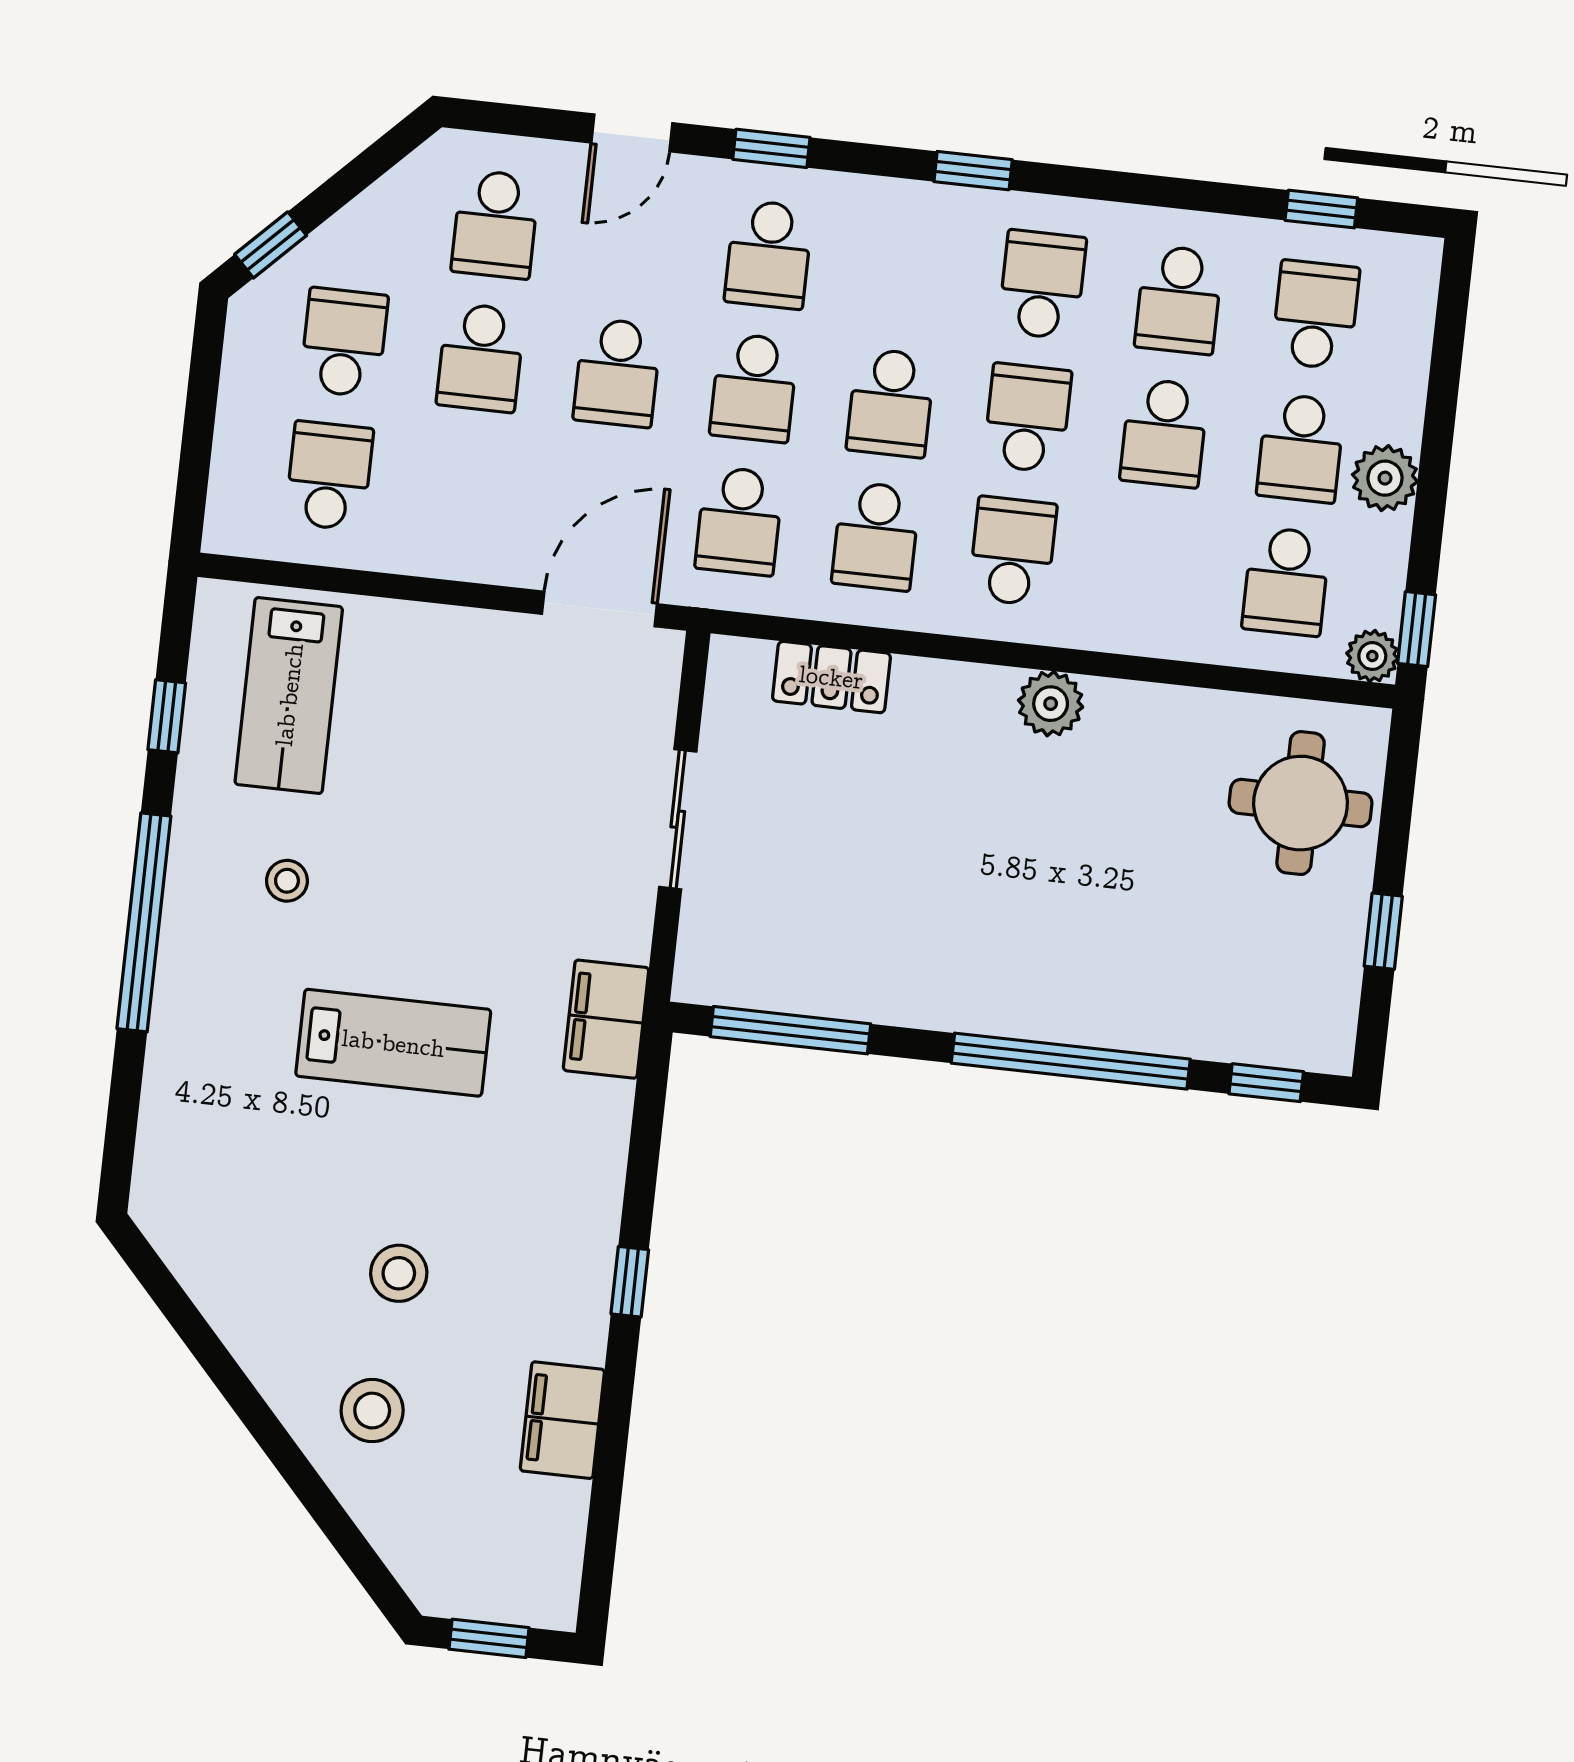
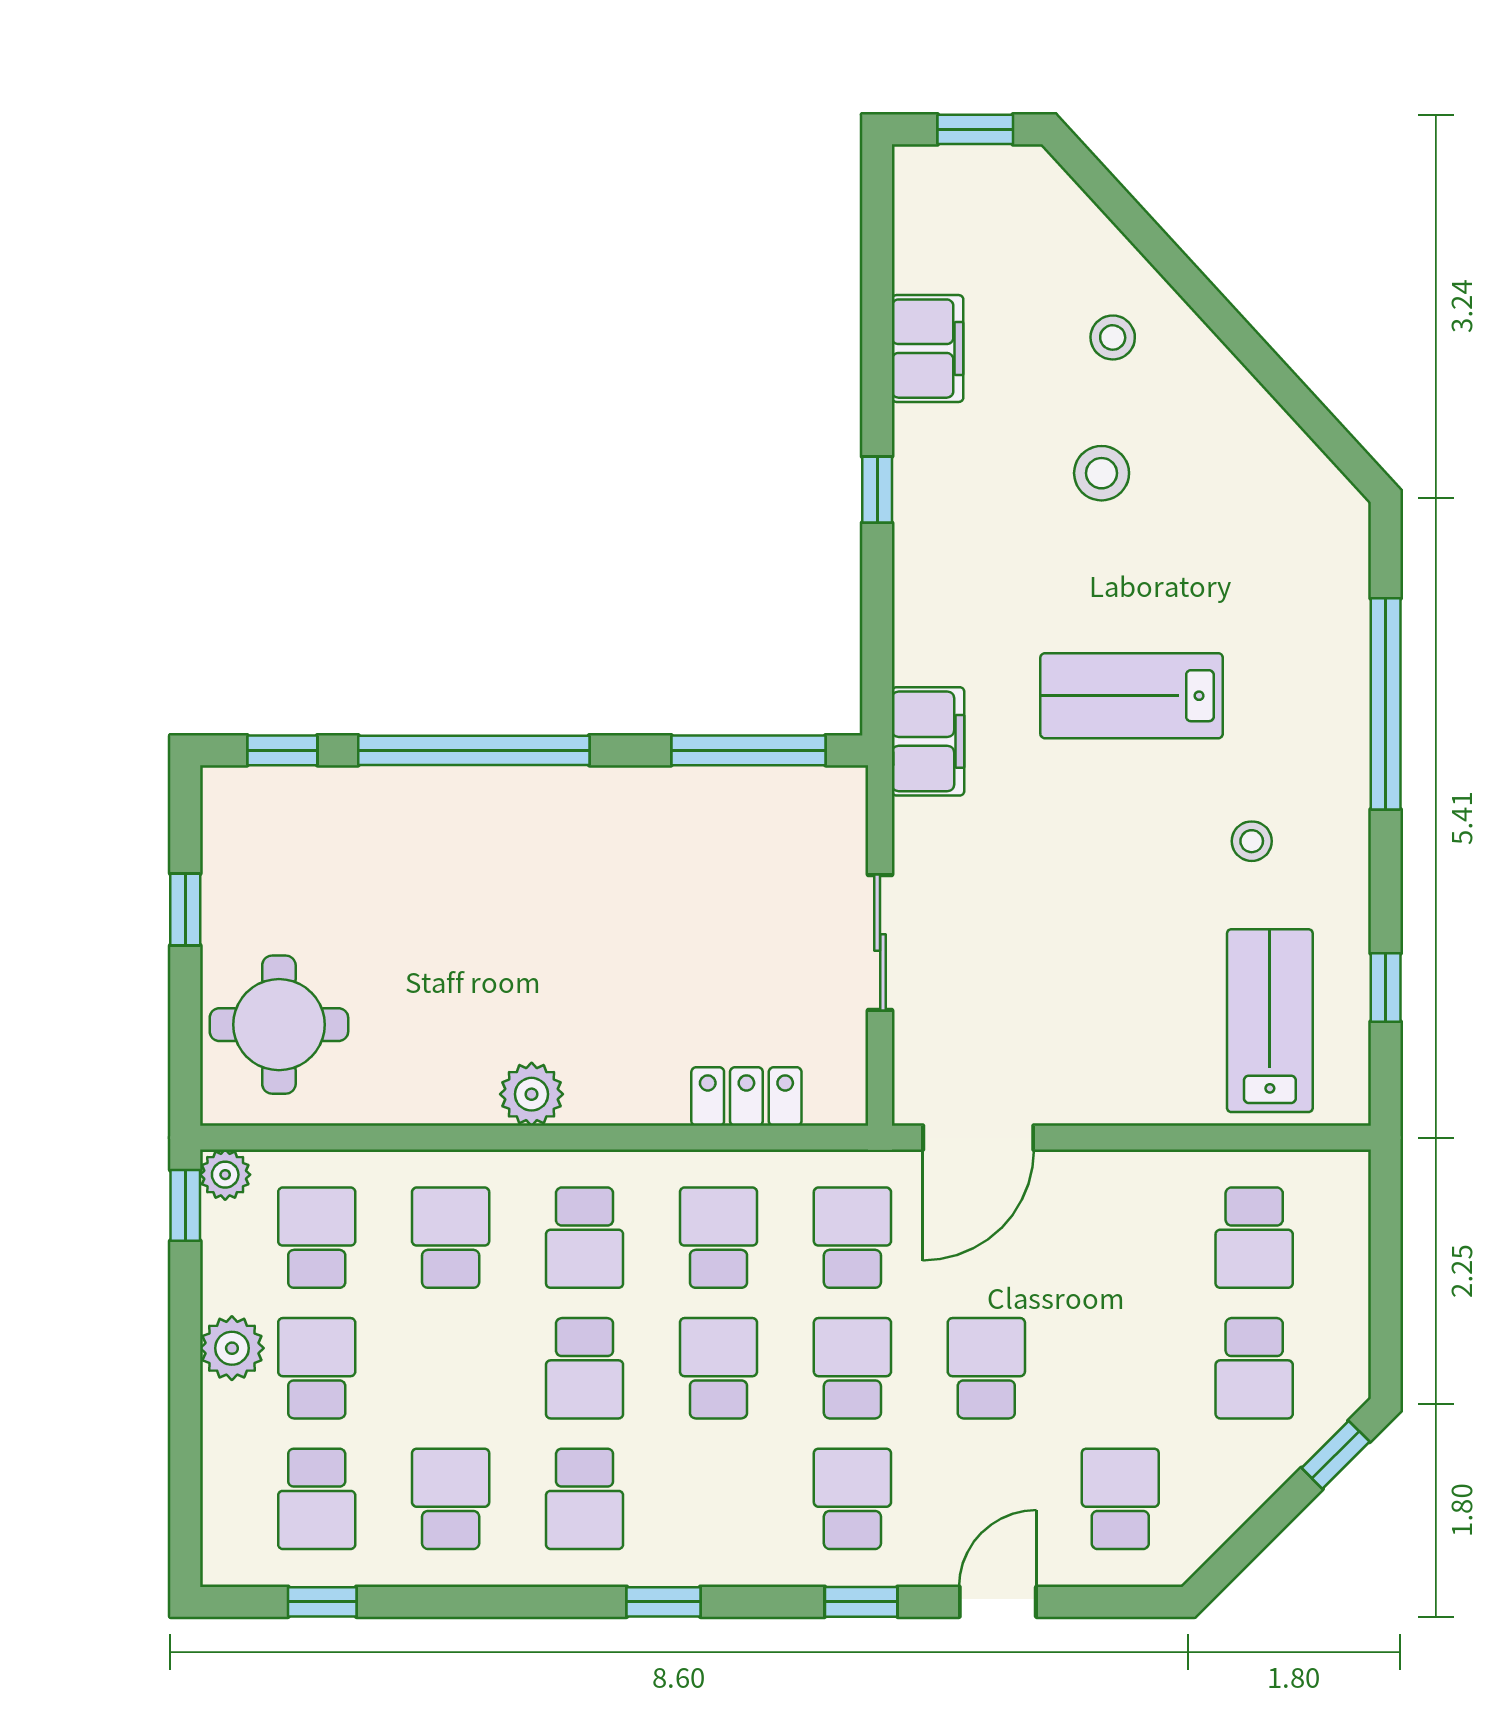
school desk: (481, 358) -> (1120, 1368), removed
school desk: (1164, 433) -> (451, 1238), moved
window: (144, 922) -> (1386, 704), moved
stool: (372, 1411) -> (1113, 337), width x0.73, depth x0.73

